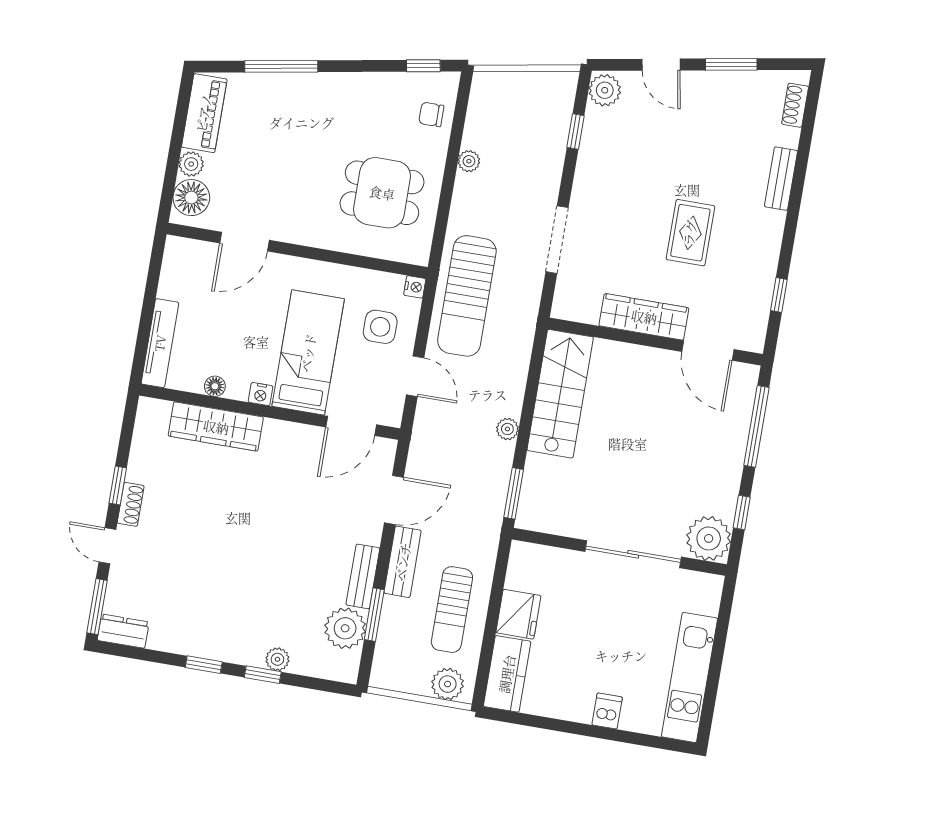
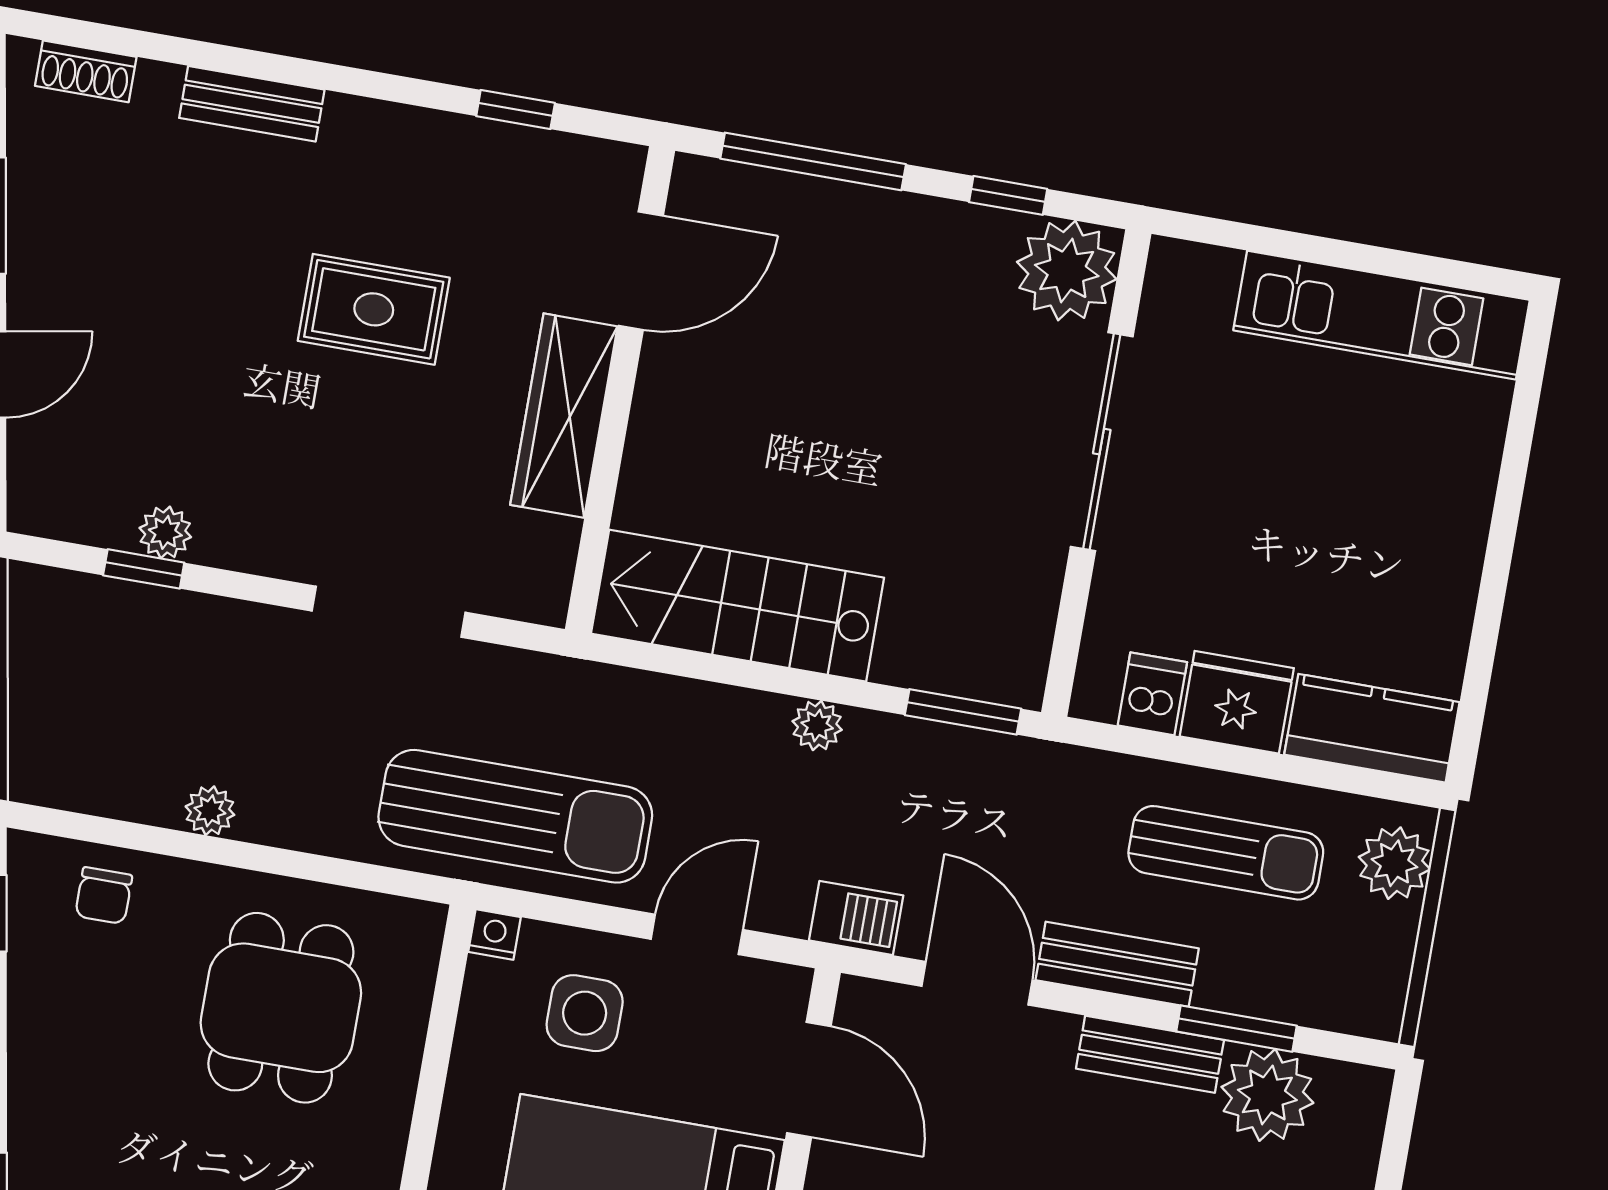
plant: (605, 90) -> (165, 532), moved, width x0.73, depth x0.73
barbecue: (423, 447) -> (856, 918), added
dishwasher: (607, 711) -> (1152, 694), moved, turned 90

